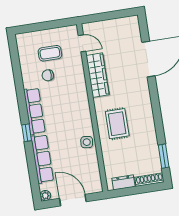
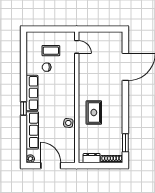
wardrobe: (98, 75) -> (85, 73), removed

